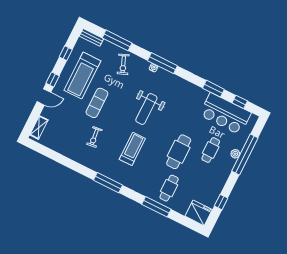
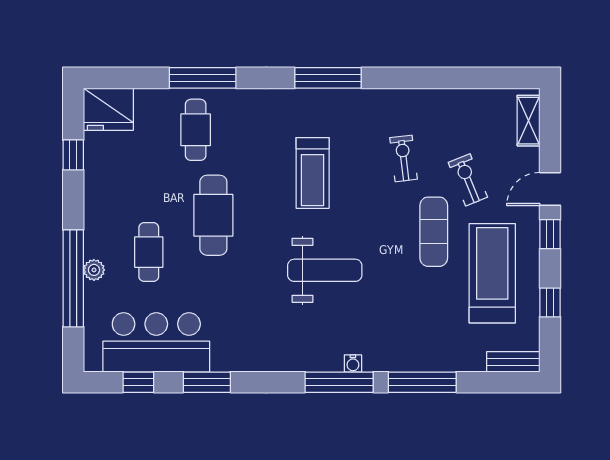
window: (117, 40) -> (422, 382), moved
exercise bike: (123, 64) -> (468, 180), moved
weight bench: (146, 109) -> (325, 270), turned 90

